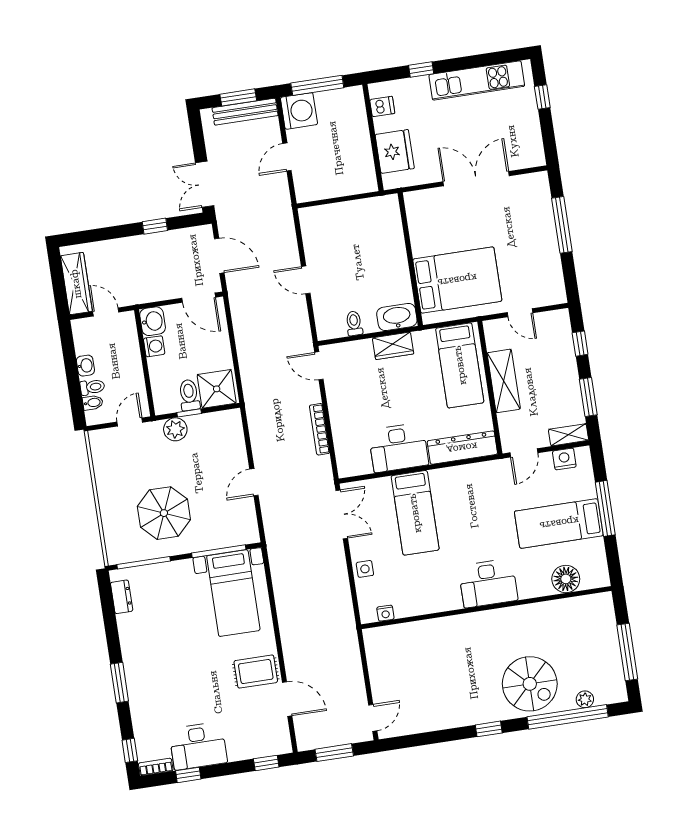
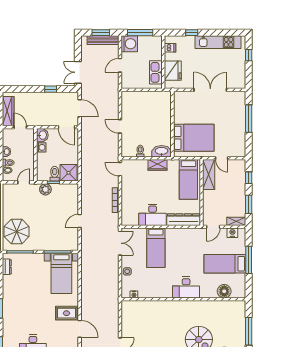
kitchen sink: (361, 160) -> (156, 72), added
shelving: (504, 381) -> (209, 174), moved
parasol: (164, 513) -> (17, 231), moved

